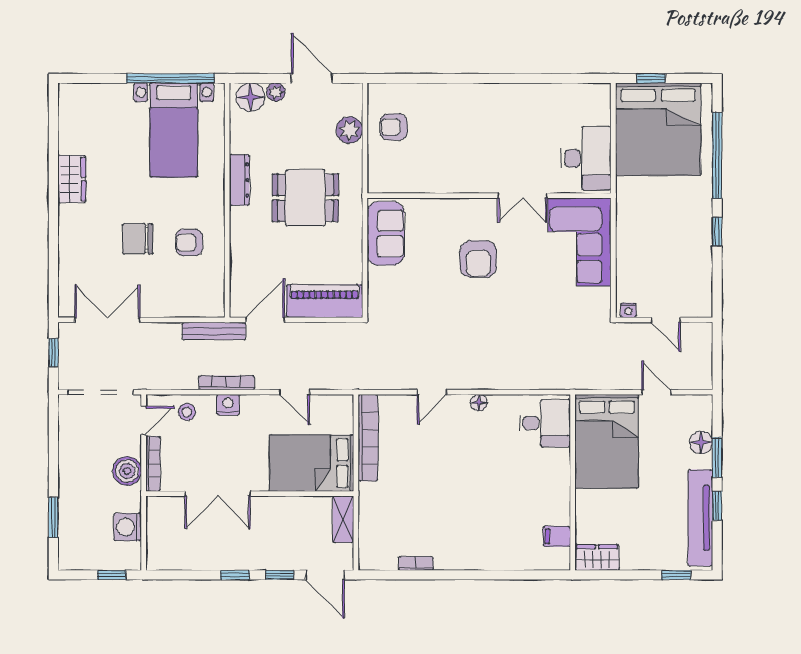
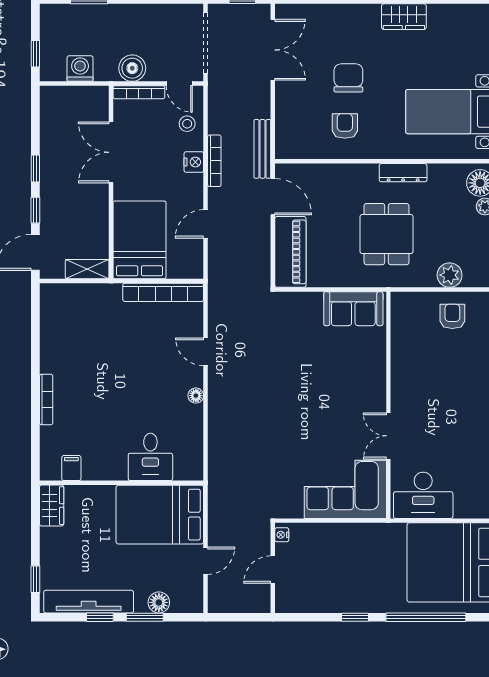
armchair: (478, 259) -> (330, 395), removed
desk: (545, 423) -> (150, 457), moved
bookcase: (416, 563) -> (46, 400), moved, width x1.56

